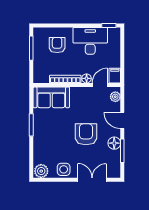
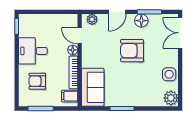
desk: (90, 41) -> (33, 51), width x0.73
filing cabinet: (115, 76) -> (70, 96), moved
double door: (92, 180) -> (180, 33), moved

